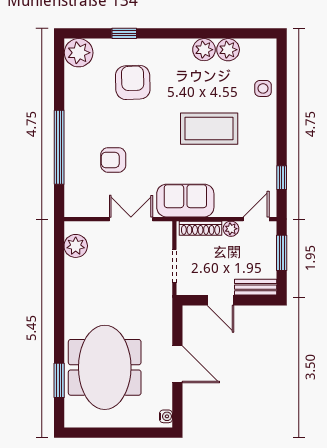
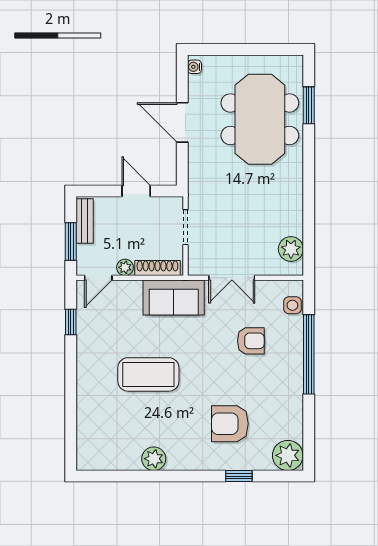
plant: (228, 50) -> (128, 459), removed
armchair: (133, 82) -> (230, 424), turned 92
side table: (263, 88) -> (292, 305), moved
bench: (256, 287) -> (85, 221), moved, turned 90

